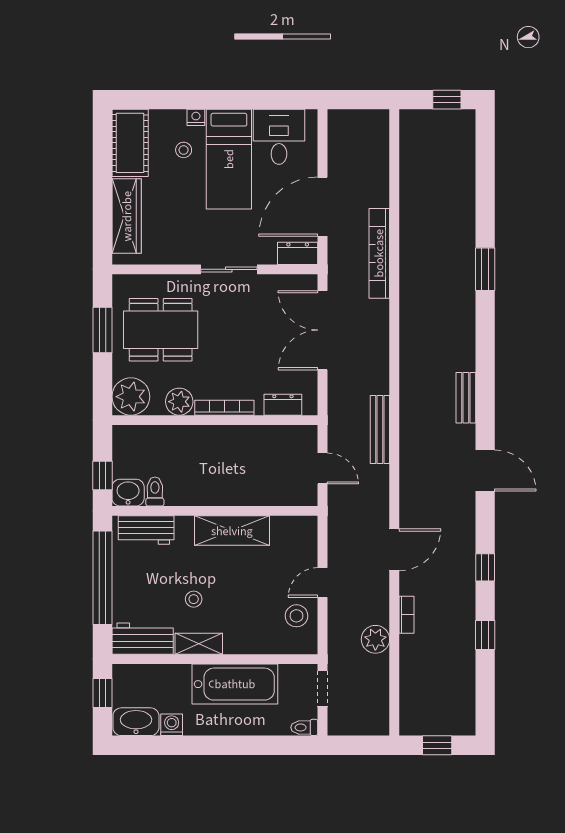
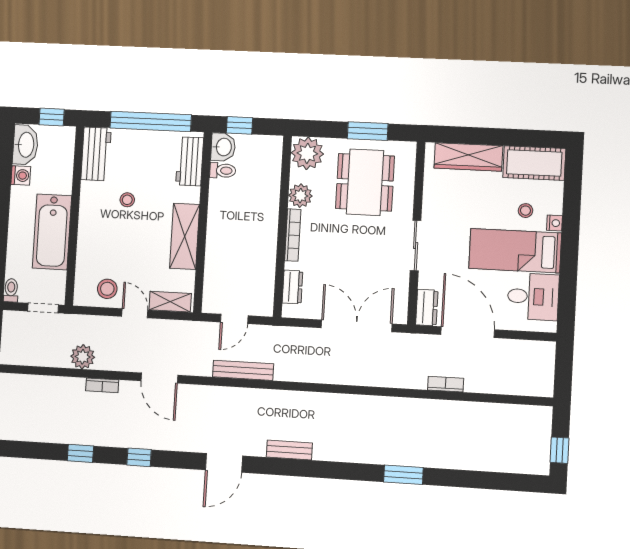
bookcase: (379, 253) -> (446, 384), width x0.43, depth x0.76
bench: (380, 429) -> (243, 370), moved
shelving: (199, 644) -> (170, 302), moved, turned 90

